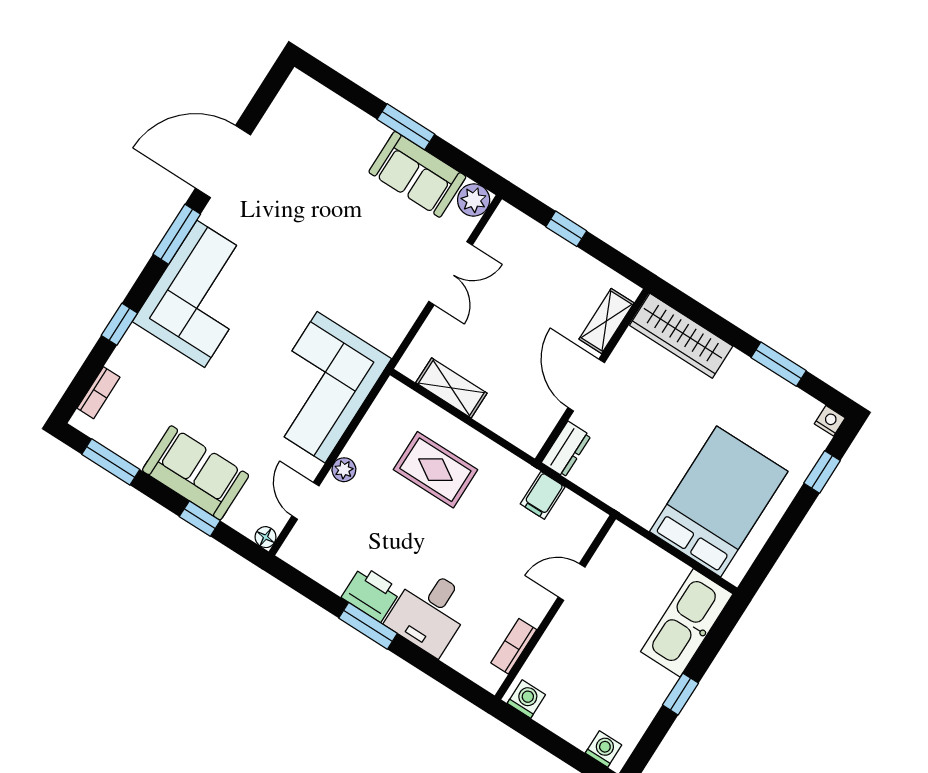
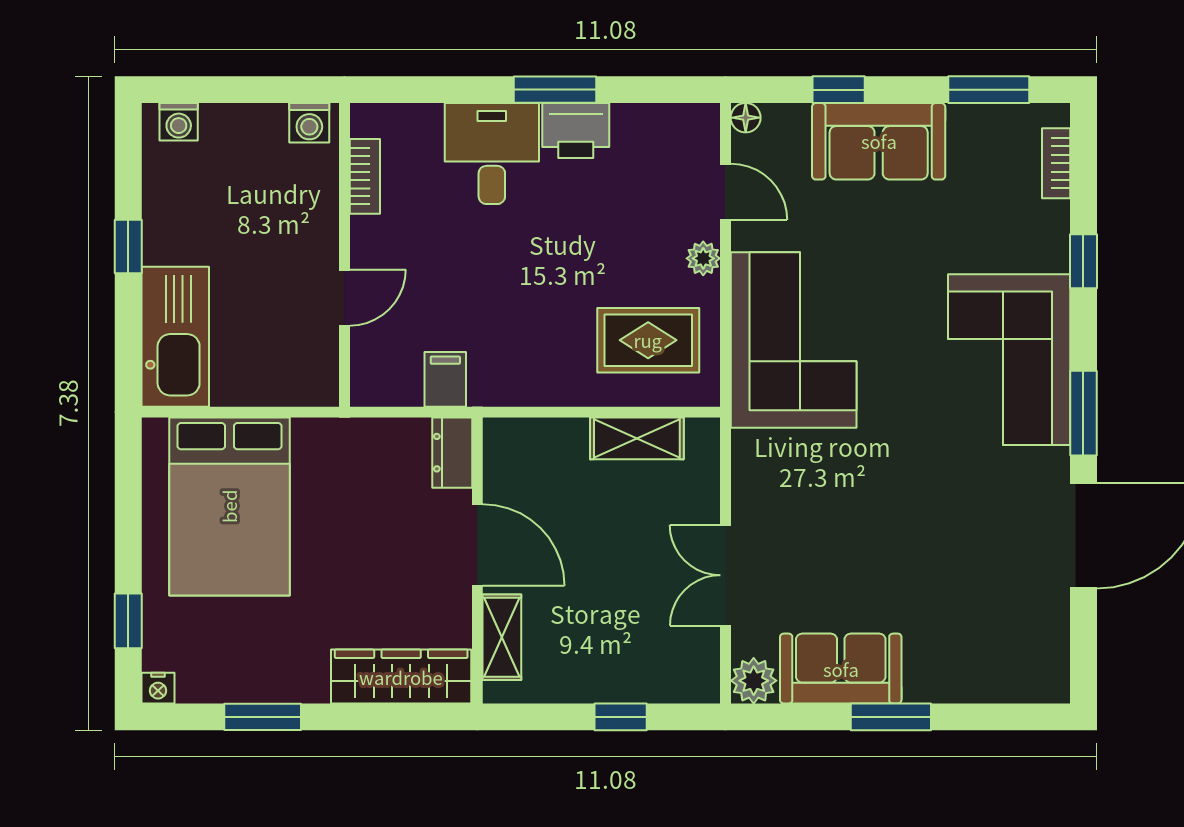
rug: (435, 470) -> (648, 340), moved

